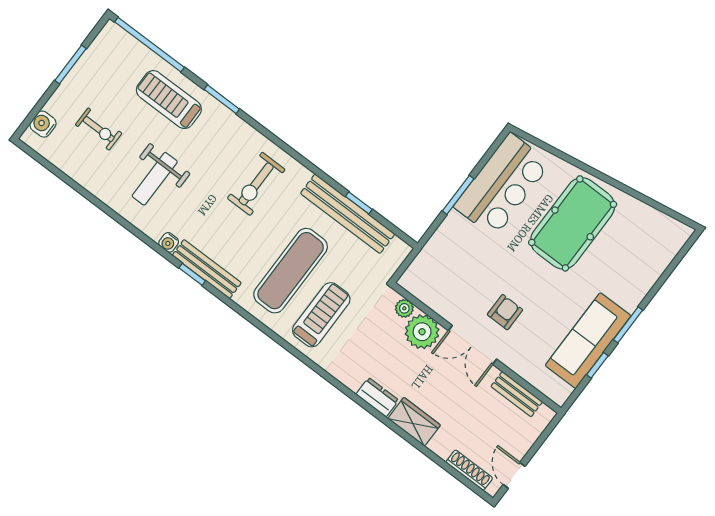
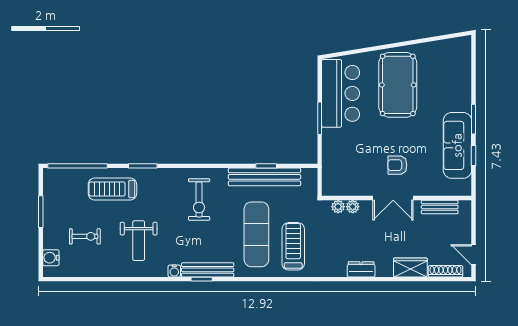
armchair: (505, 312) -> (397, 165), turned -90
plant: (422, 332) -> (353, 207), width x0.53, depth x0.53
wardrobe: (414, 422) -> (410, 267), moved

